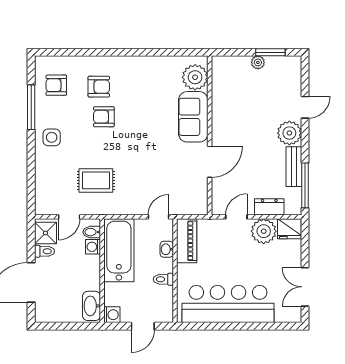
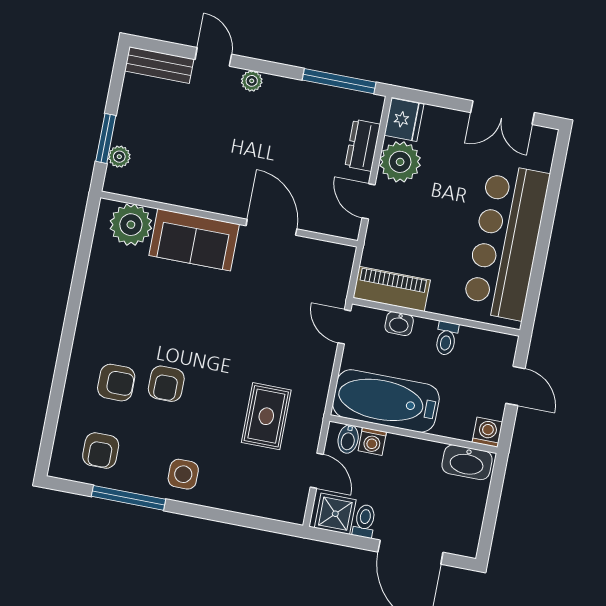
window: (270, 52) -> (106, 138), moved
plant: (258, 62) -> (119, 157), moved
armchair: (99, 87) -> (116, 383), turned 90
plant: (289, 133) -> (252, 81), width x0.53, depth x0.53
bench: (294, 167) -> (159, 65), moved

